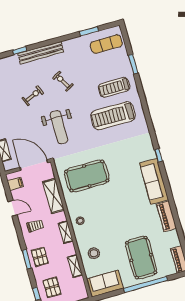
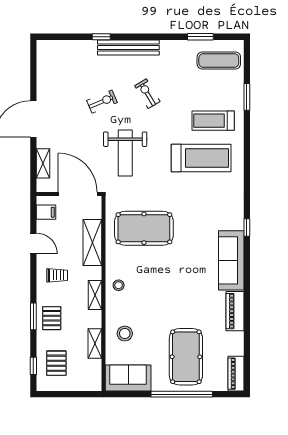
treadmill: (113, 116) -> (201, 158), turned 180

